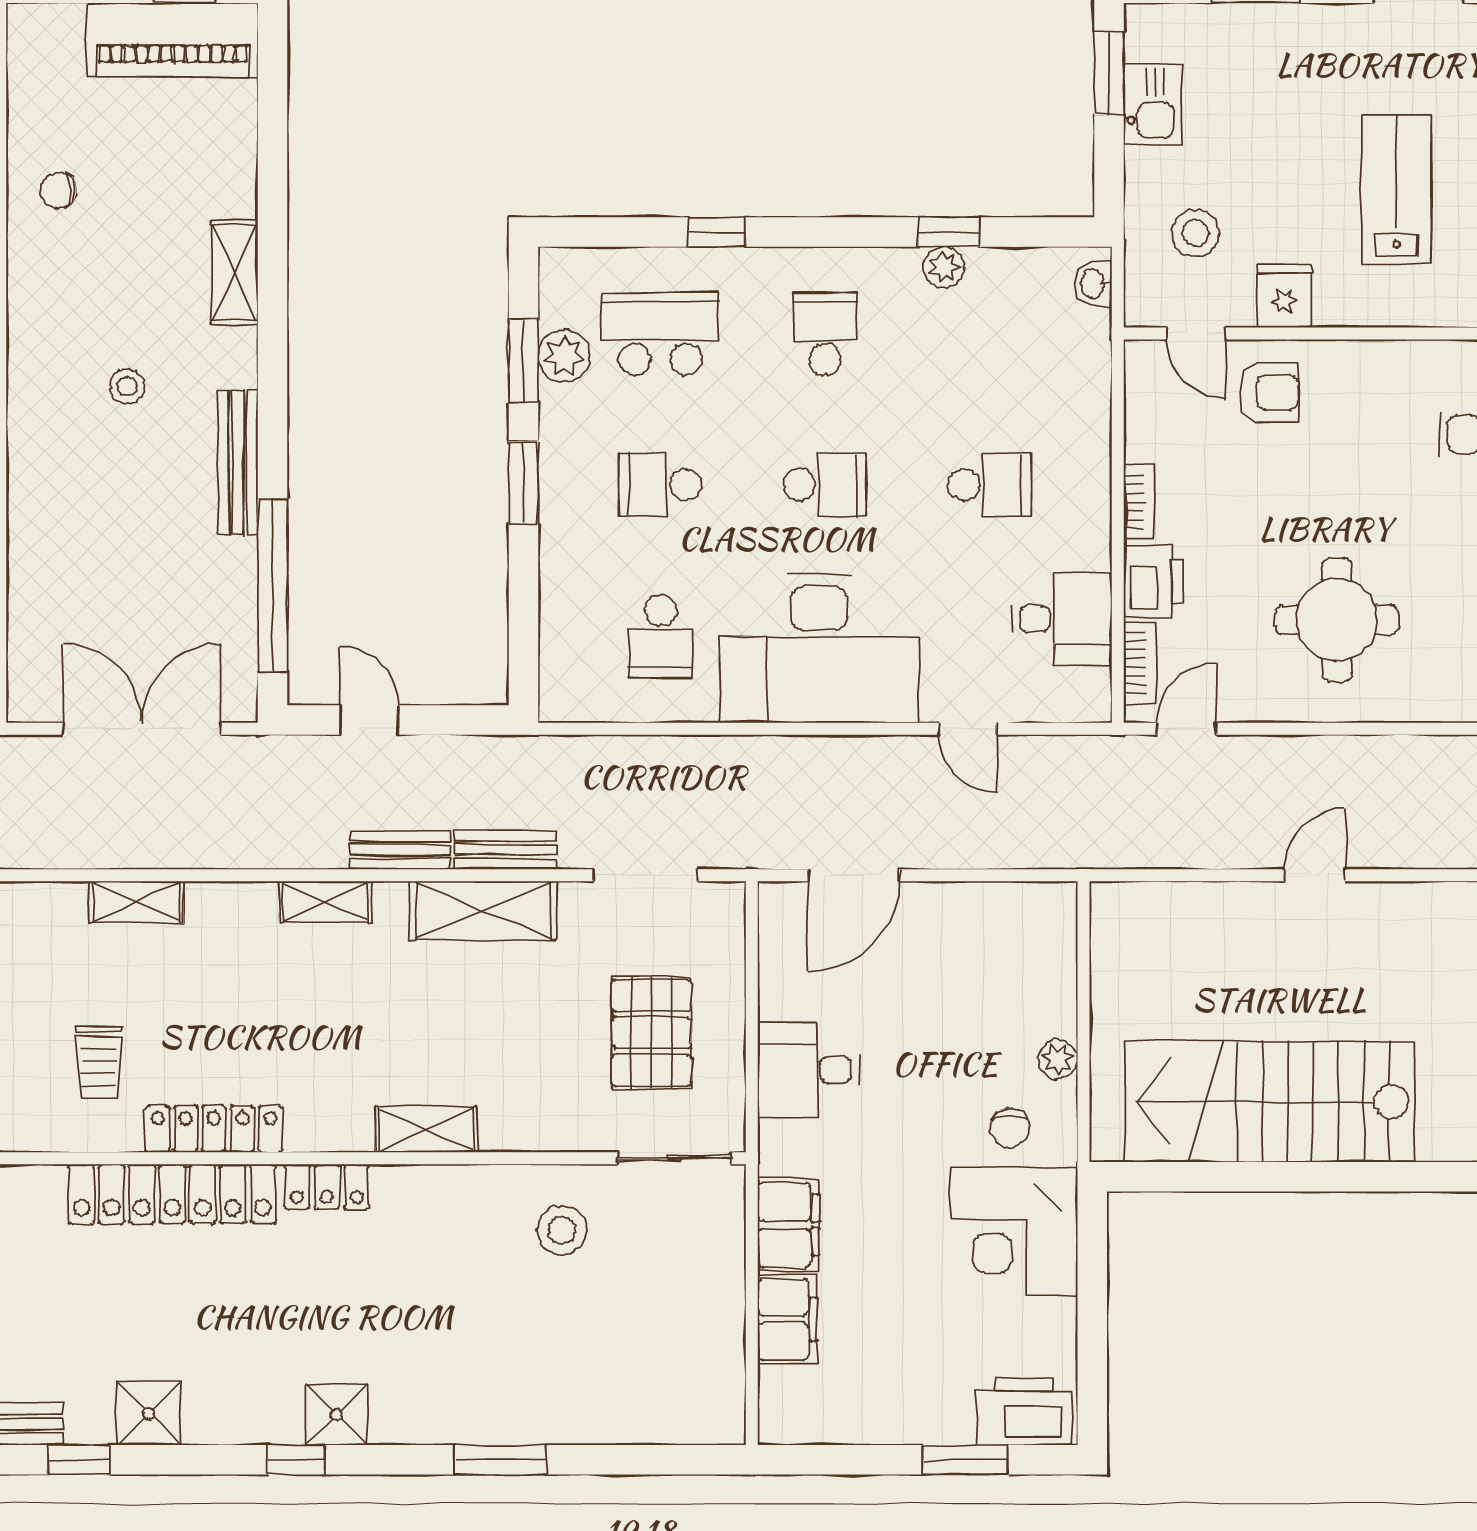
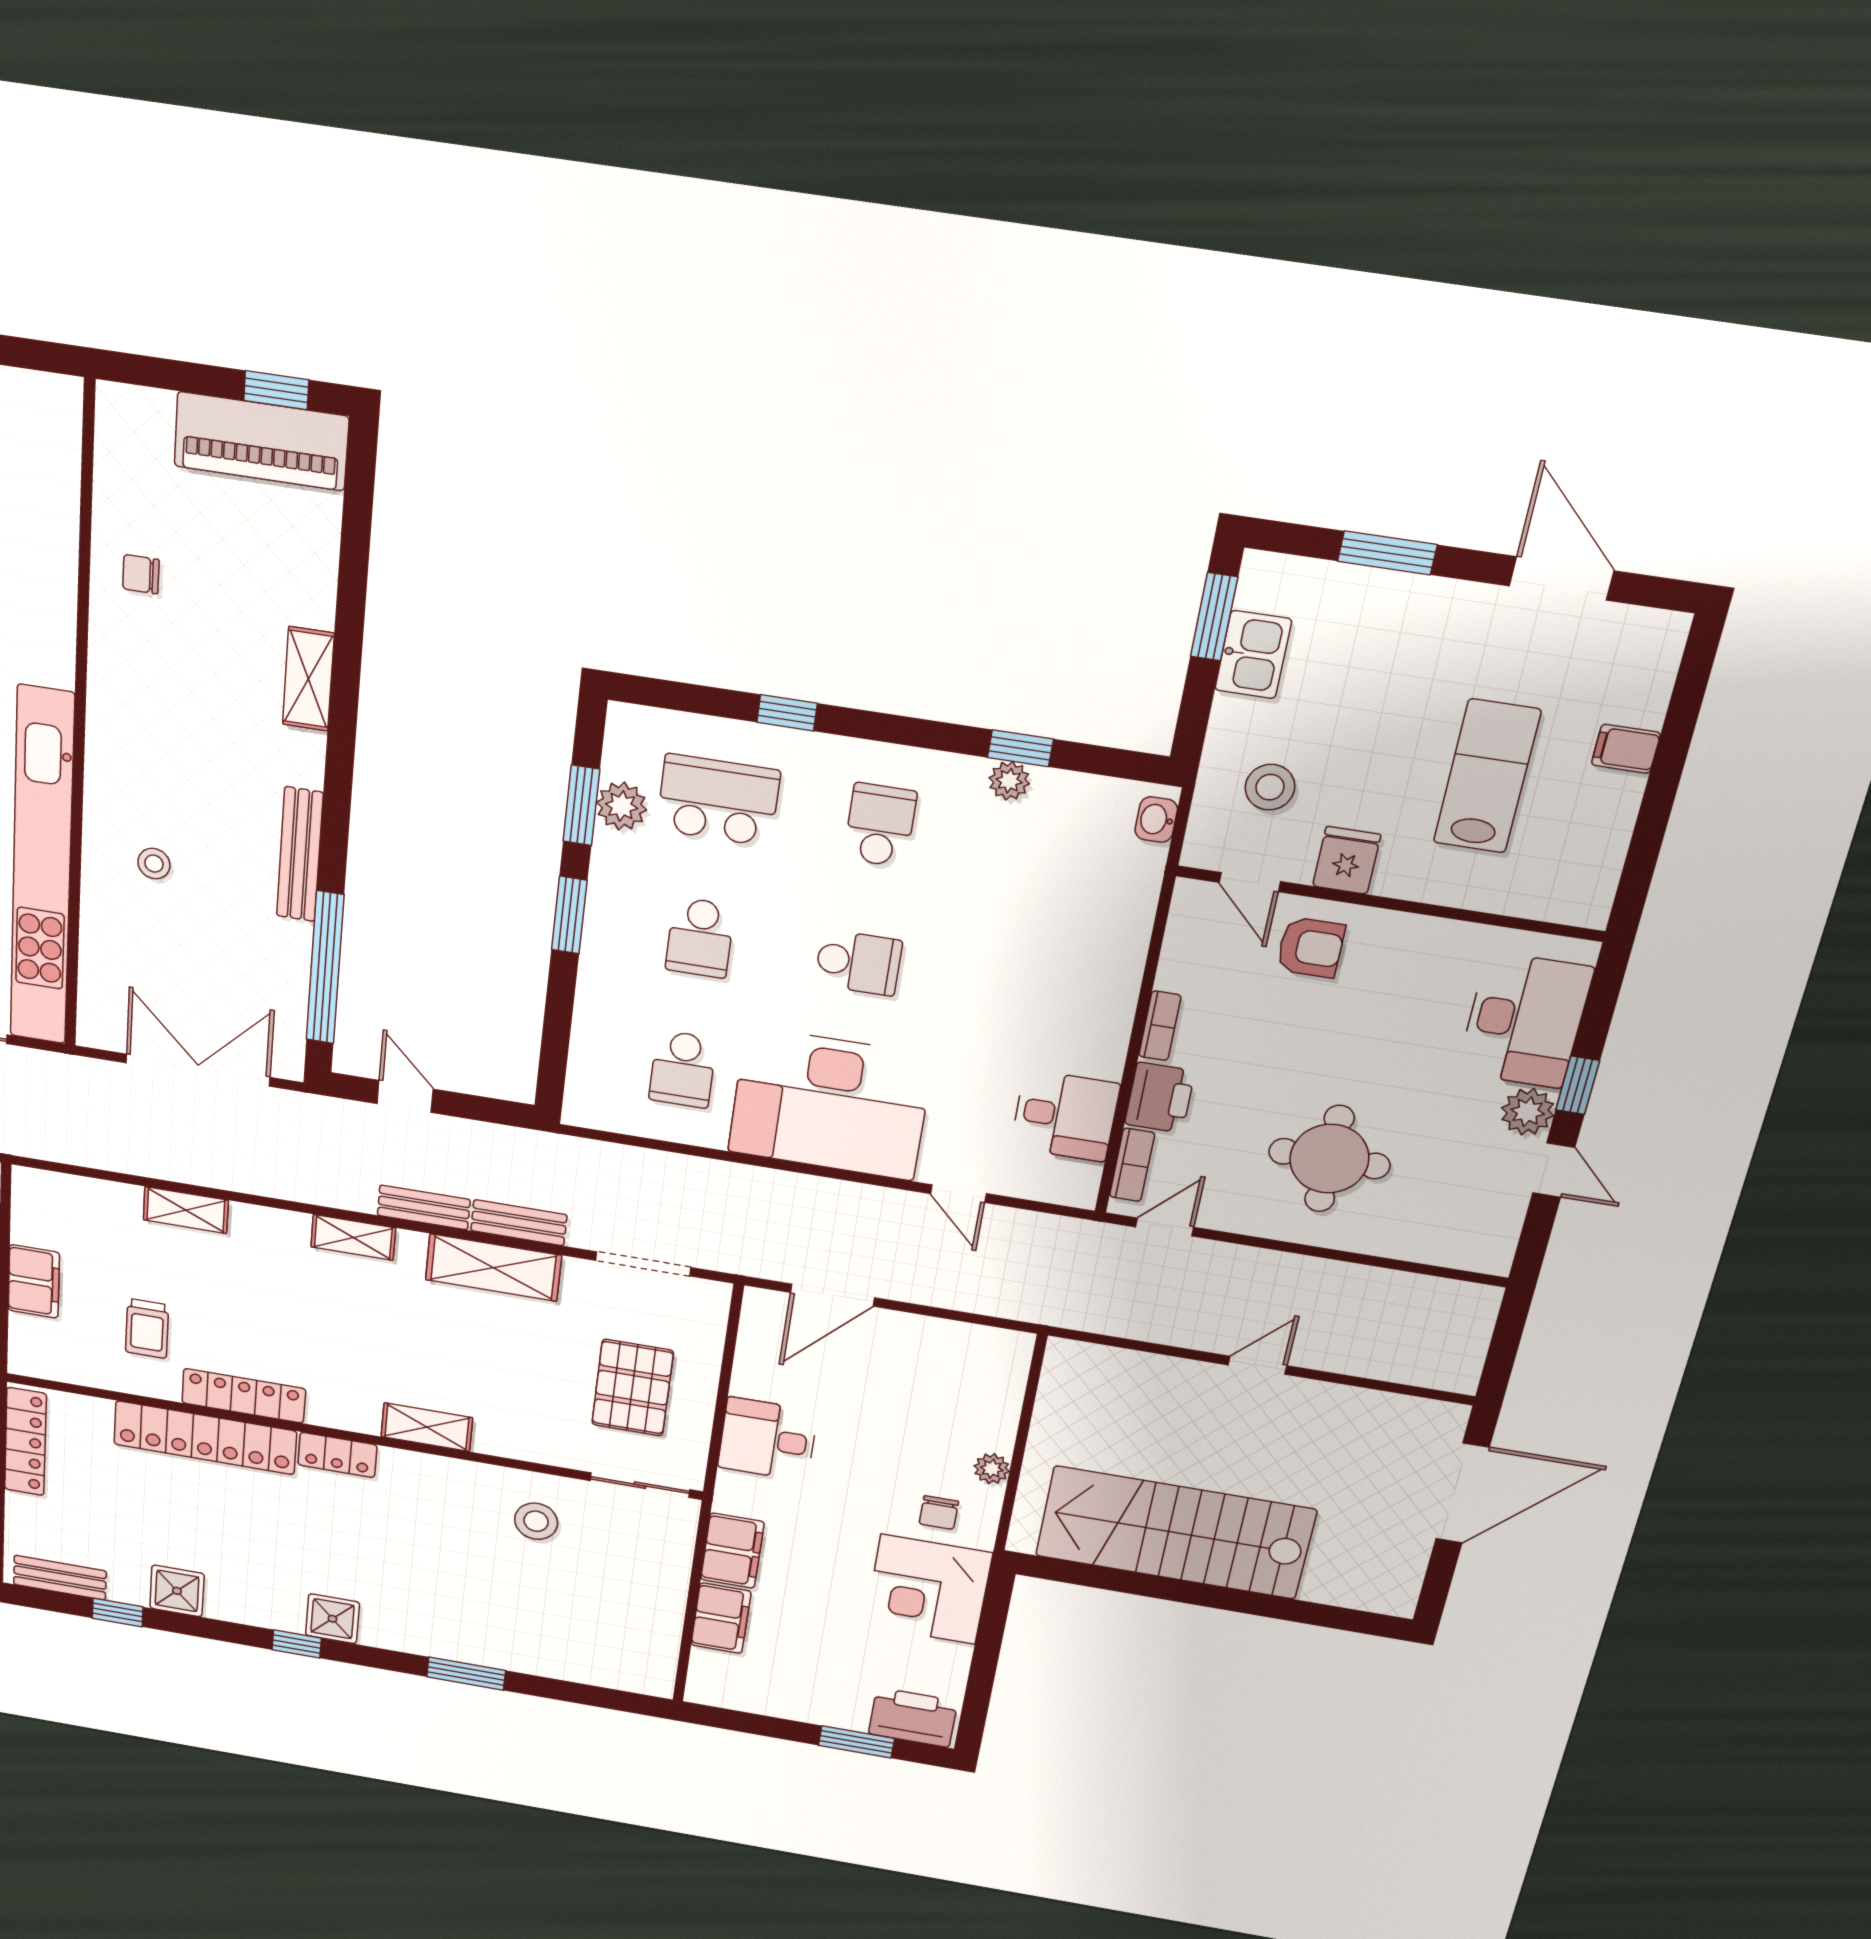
stool: (127, 386) -> (154, 864), moved
school desk: (660, 485) -> (700, 938), turned -90
school desk: (989, 485) -> (1018, 988), removed

